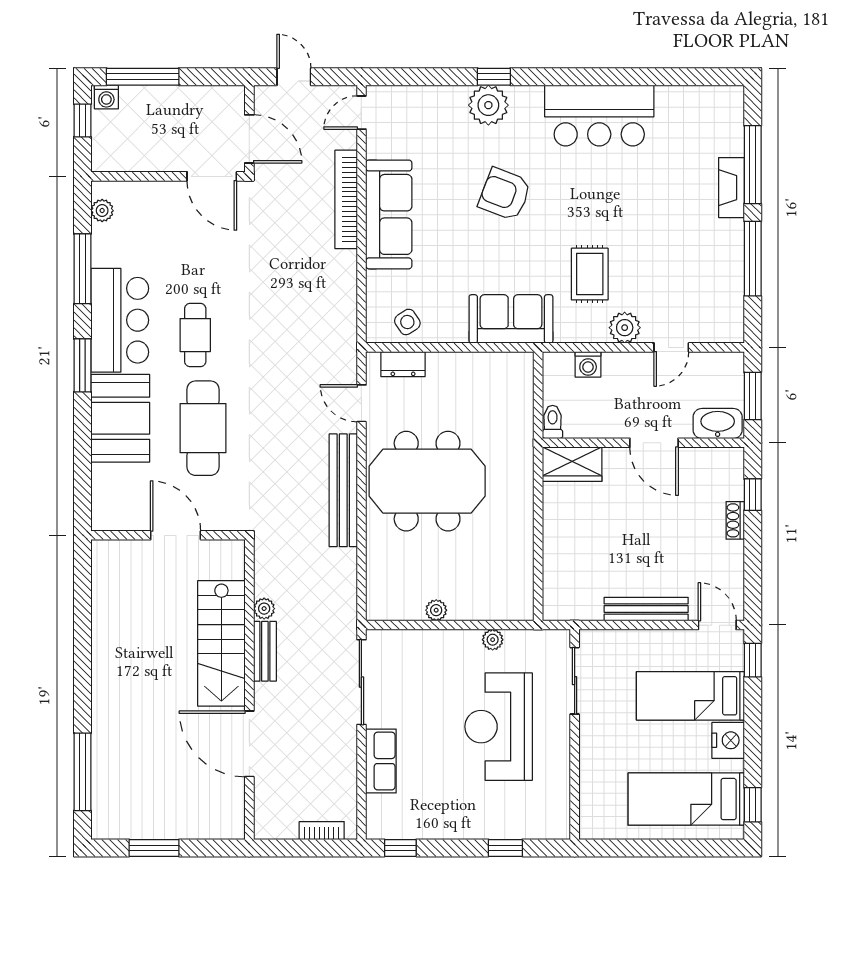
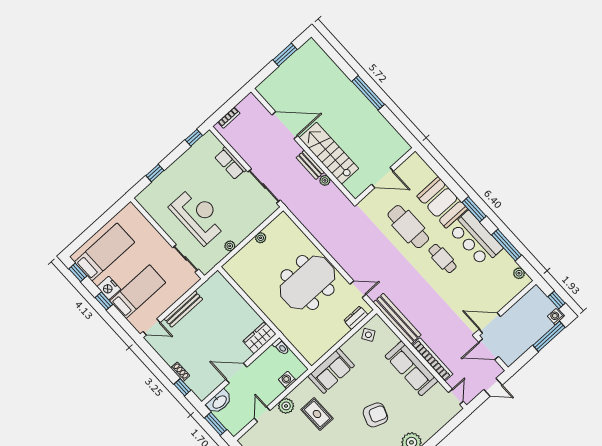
bench: (343, 490) -> (397, 319), moved
window: (753, 660) -> (104, 301), moved
window: (82, 772) -> (368, 93), moved

